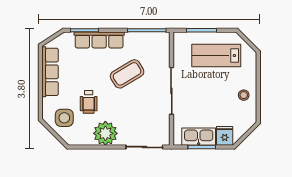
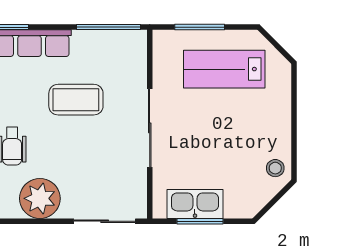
coffee table: (127, 74) -> (76, 100), turned 31
stool: (244, 95) -> (275, 168), moved
fridge: (225, 136) -> (238, 203), removed

